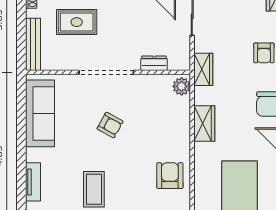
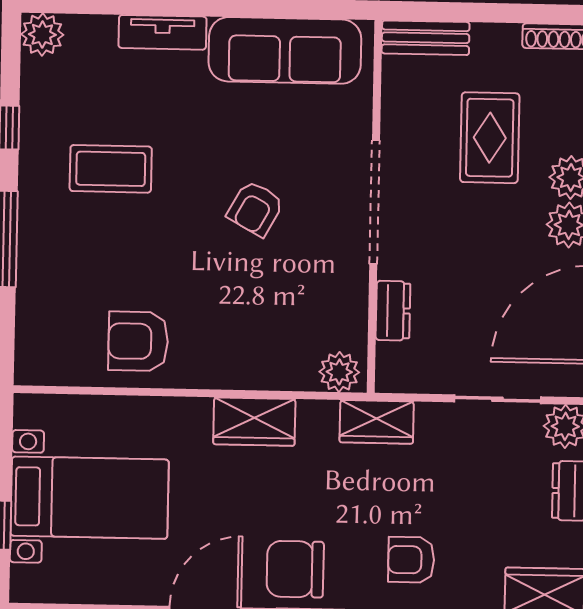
bench: (33, 44) -> (426, 38), width x0.73
armchair: (170, 176) -> (138, 341), turned 180
tv unit: (33, 182) -> (163, 32), moved

